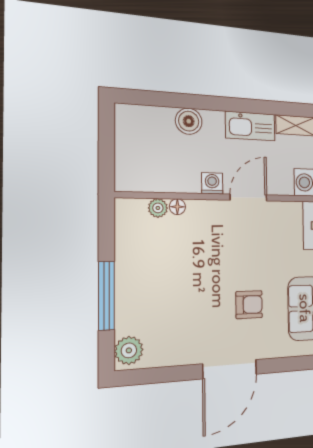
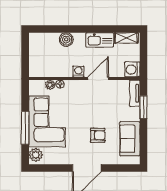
corner sofa: (152, 281) -> (47, 122), added

